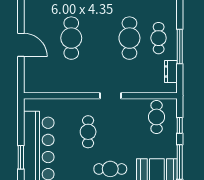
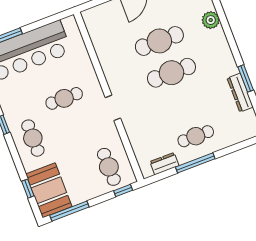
cafe table: (129, 38) -> (172, 73), moved
cafe table: (157, 117) -> (109, 167), turned 90
window: (180, 125) -> (123, 191), moved

